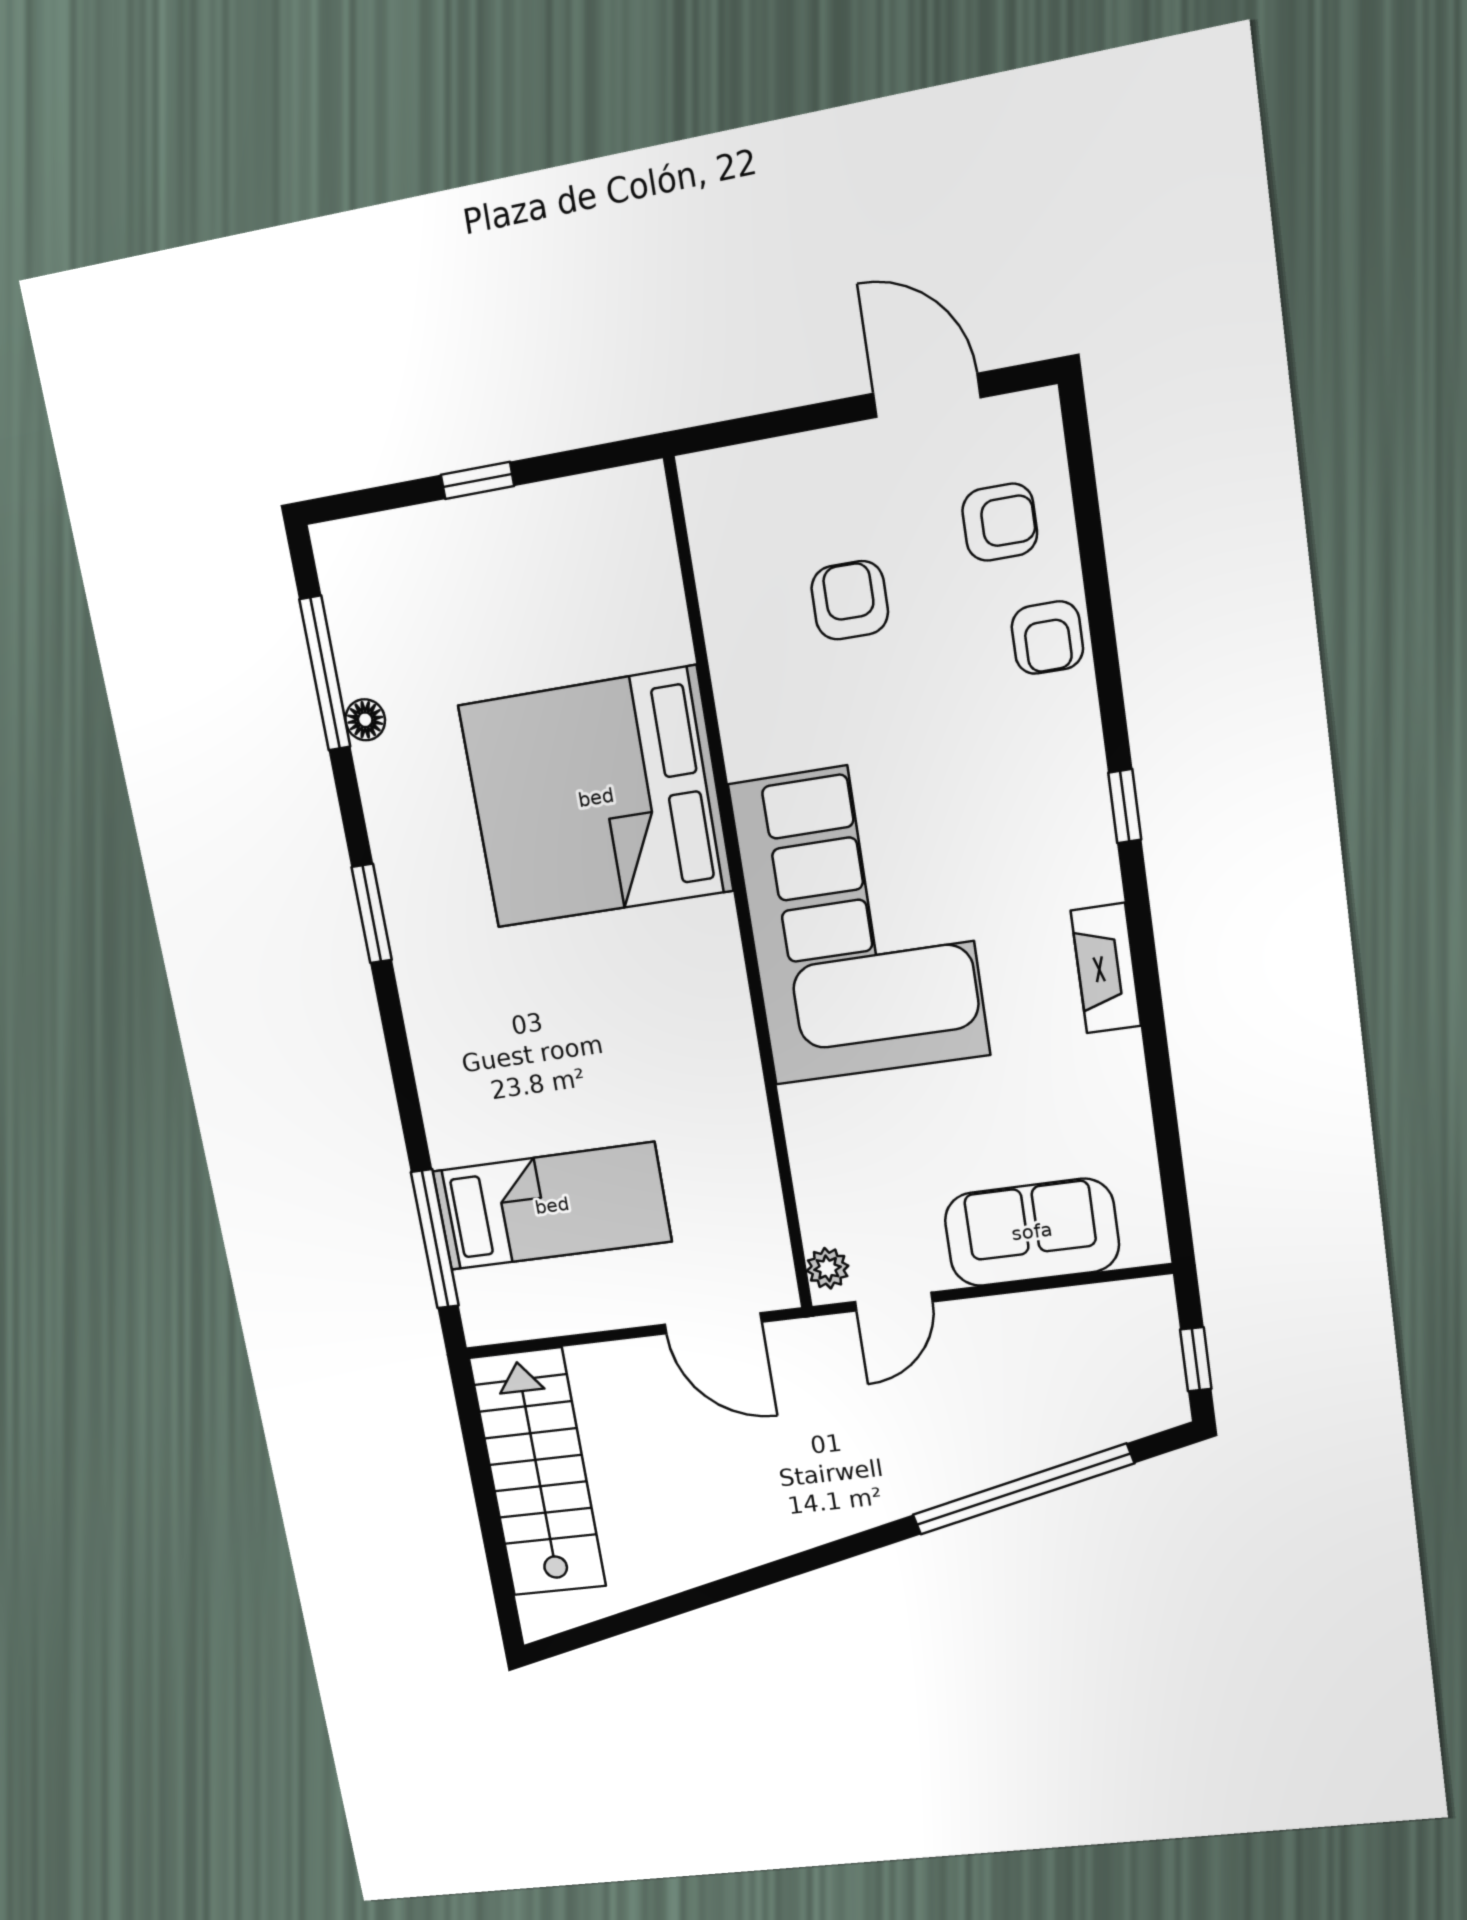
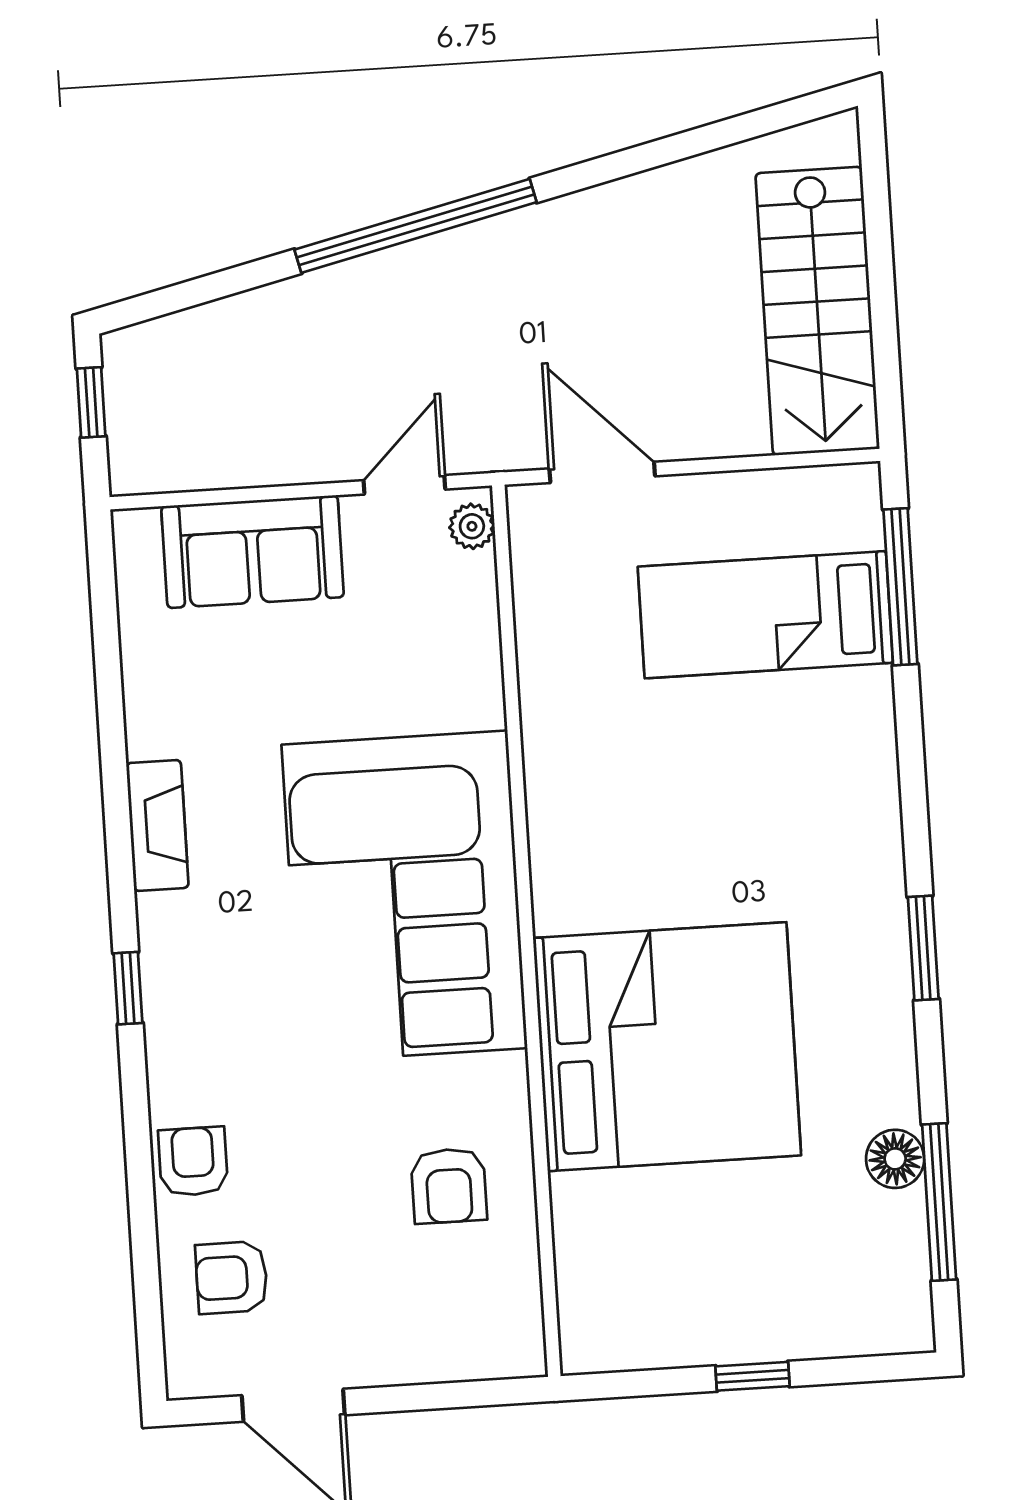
armchair: (850, 600) -> (449, 1186), moved
floor lamp: (365, 720) -> (895, 1159), width x1.37, depth x1.37
window: (1023, 1489) -> (416, 226), moved

